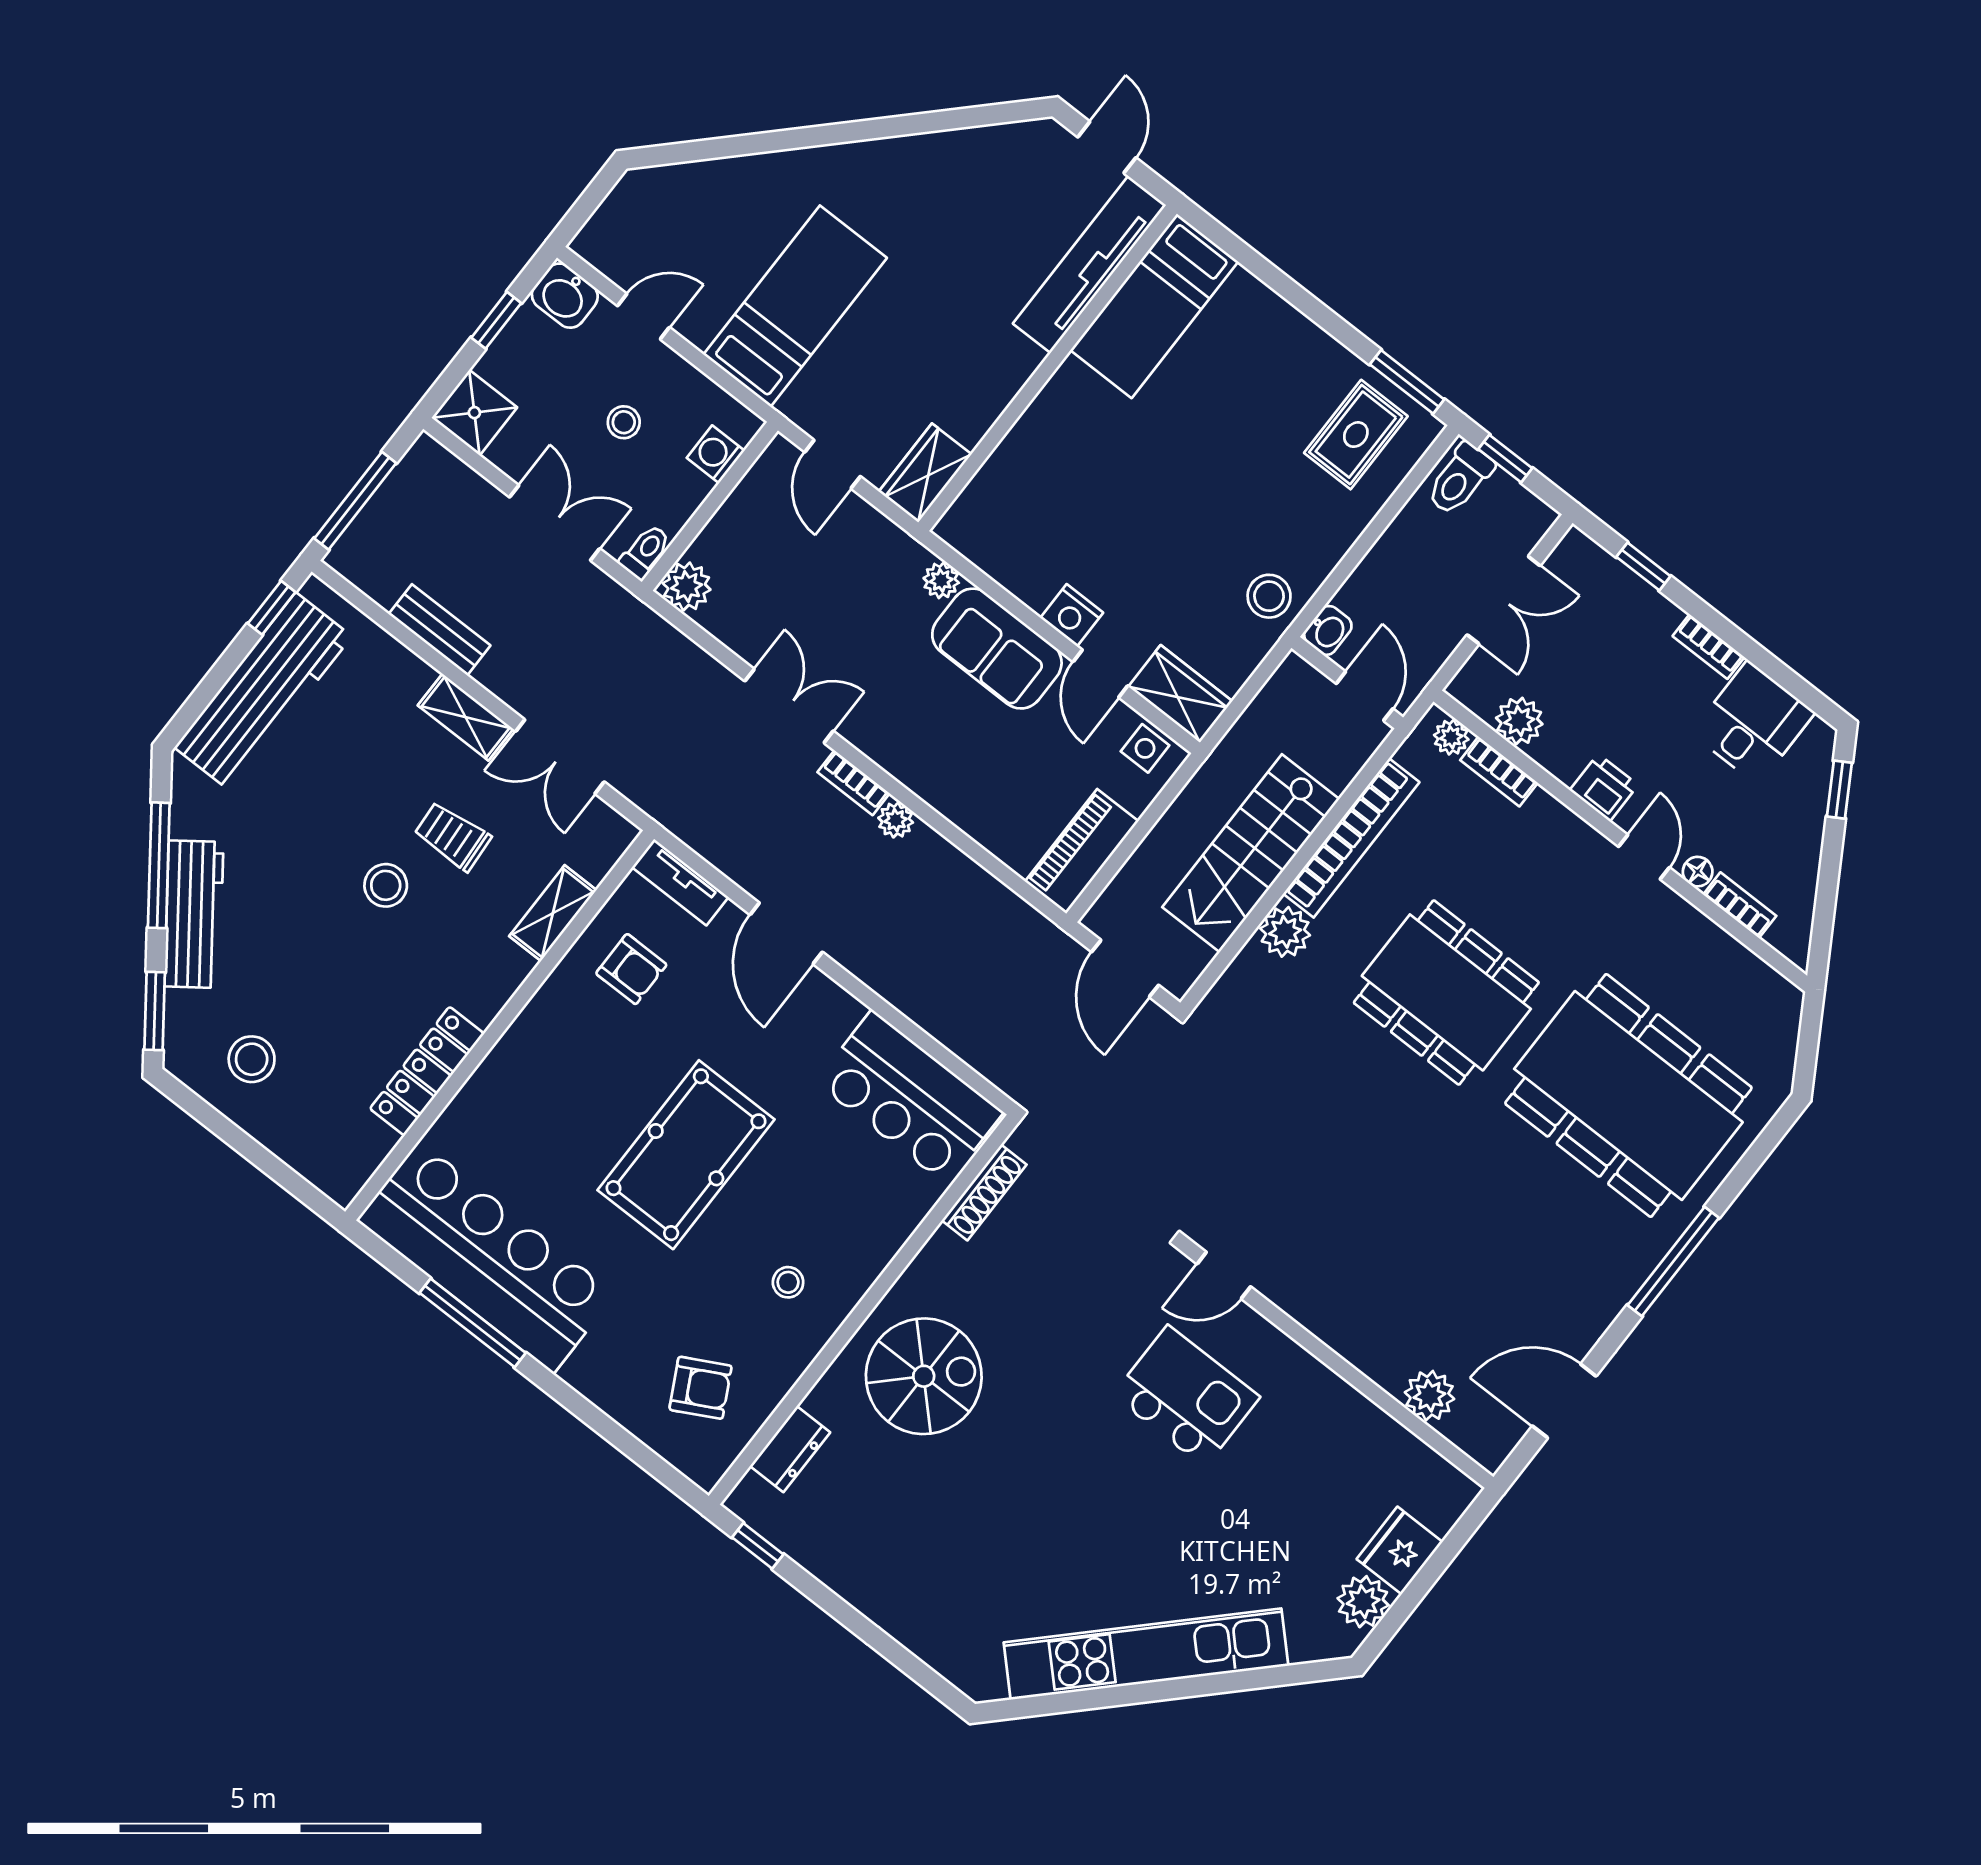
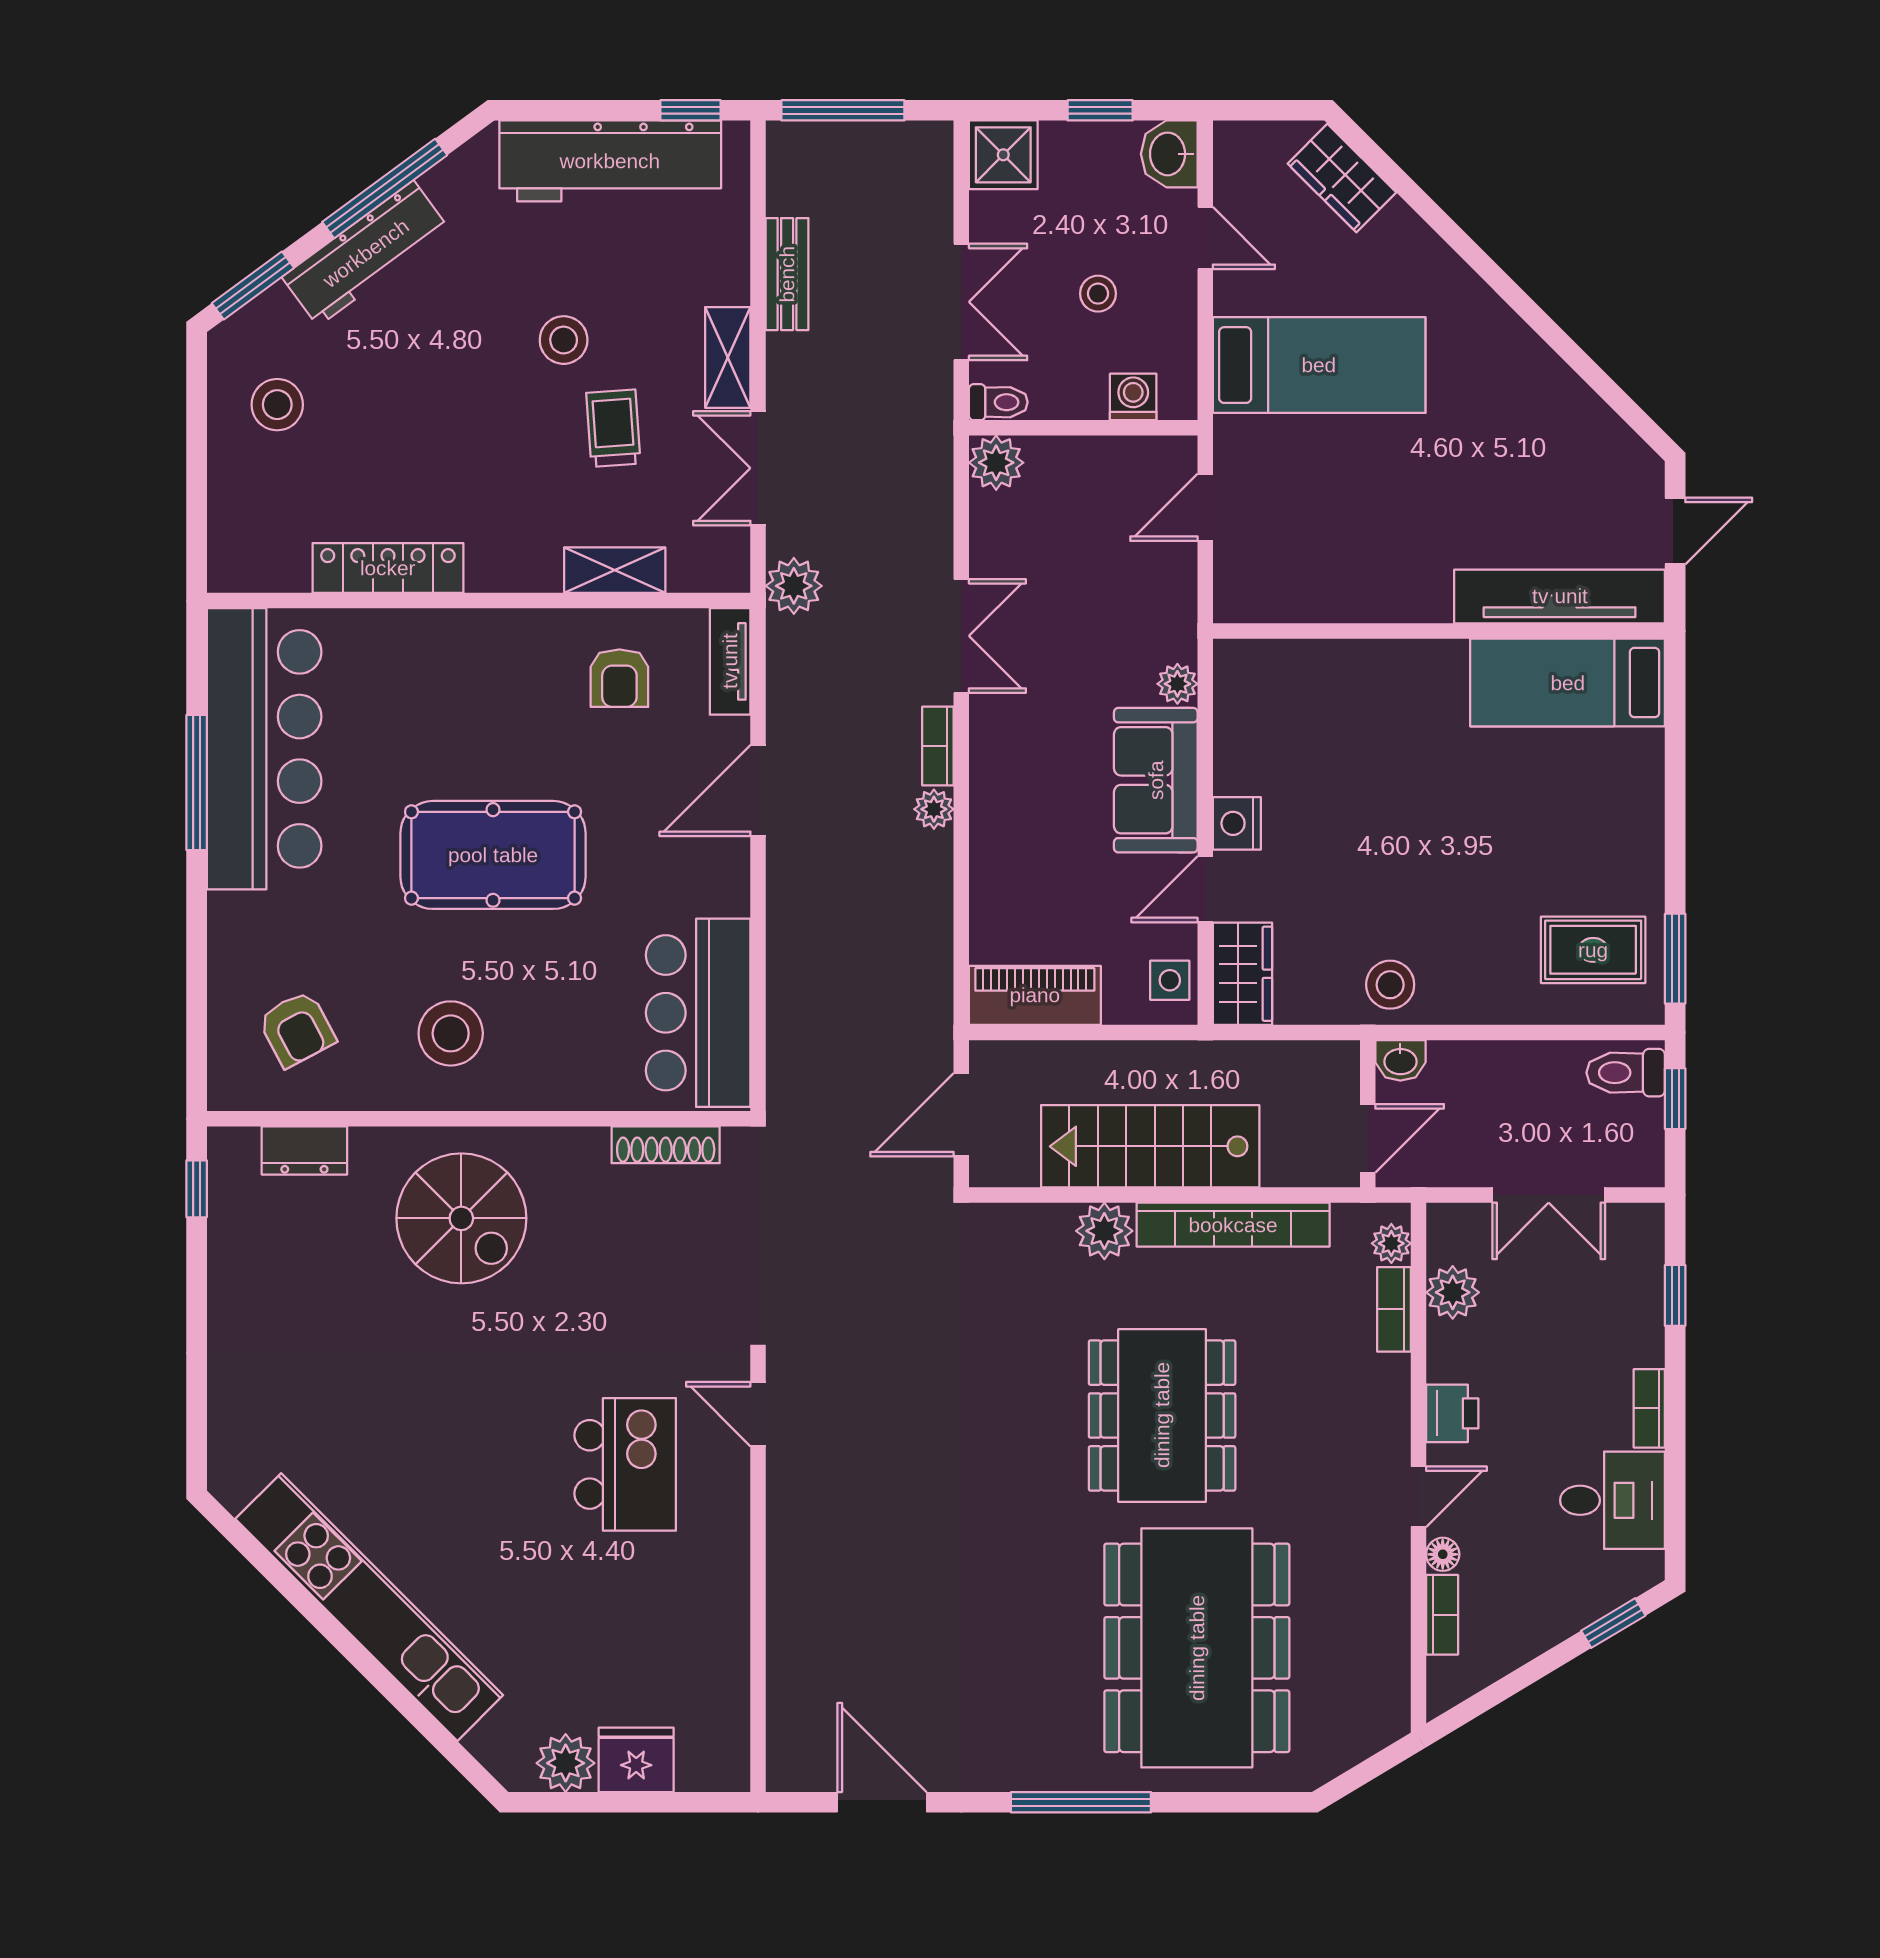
wardrobe: (925, 473) -> (1342, 178), moved, turned -135
stool: (386, 885) -> (564, 340), moved
stool: (788, 1282) -> (451, 1033), width x1.89, depth x1.89
plant: (1429, 1396) -> (794, 586), moved

